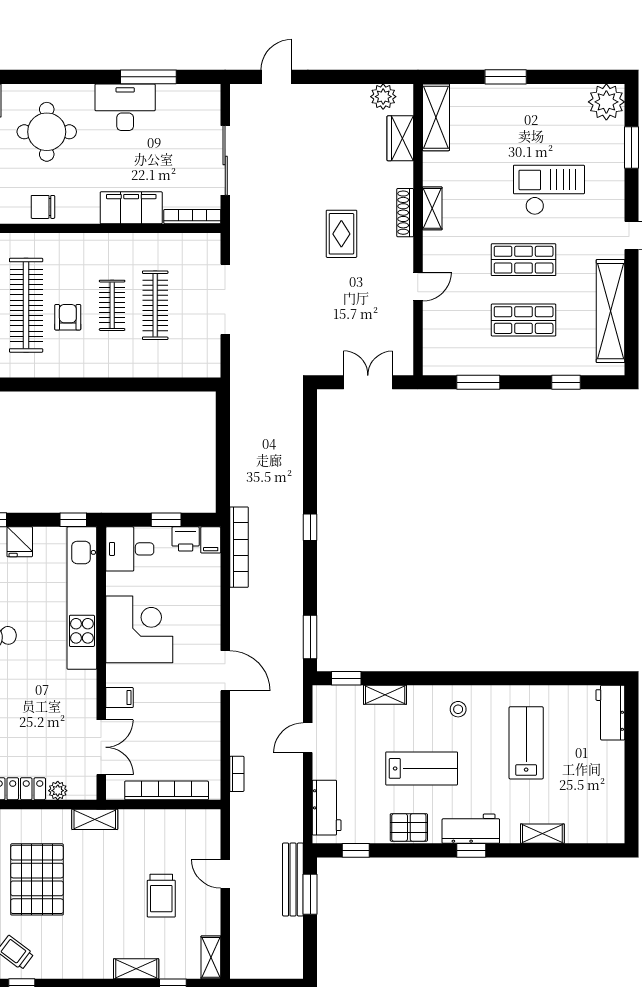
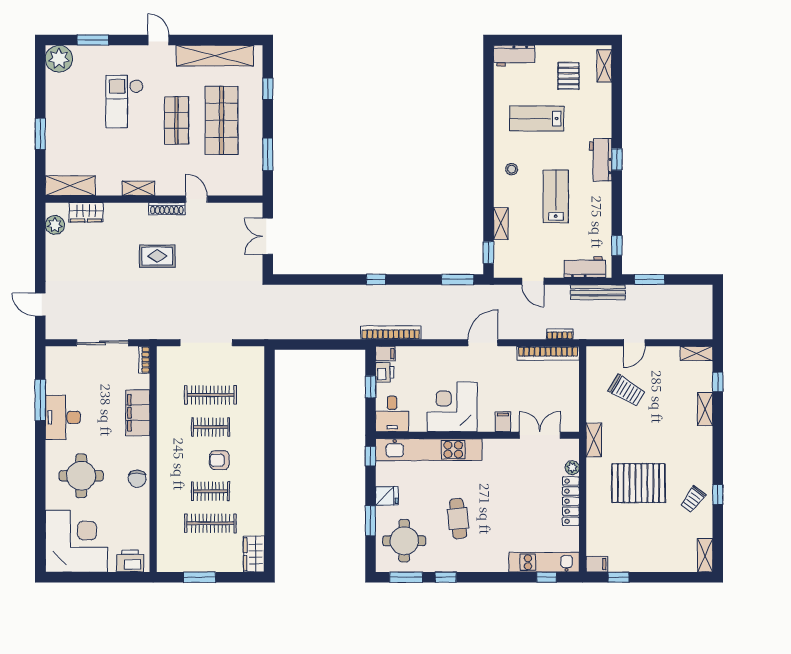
shoe rack: (405, 213) -> (167, 209), moved
bookcase: (192, 217) -> (144, 360), width x0.64
clothes rail: (26, 305) -> (210, 491), width x0.54, depth x0.76
shop shelf: (524, 320) -> (221, 120), width x1.43, depth x1.36
bookcase: (167, 790) -> (548, 353), moved, turned -90
pallet: (409, 827) -> (569, 76), moved
shelving: (542, 834) -> (604, 66), moved
bench: (293, 879) -> (598, 292), moved
trolley: (161, 896) -> (627, 391), moved, turned 31

